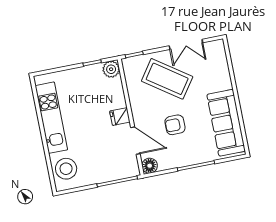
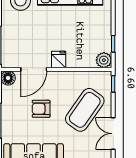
armchair: (175, 125) -> (41, 109), turned -90

